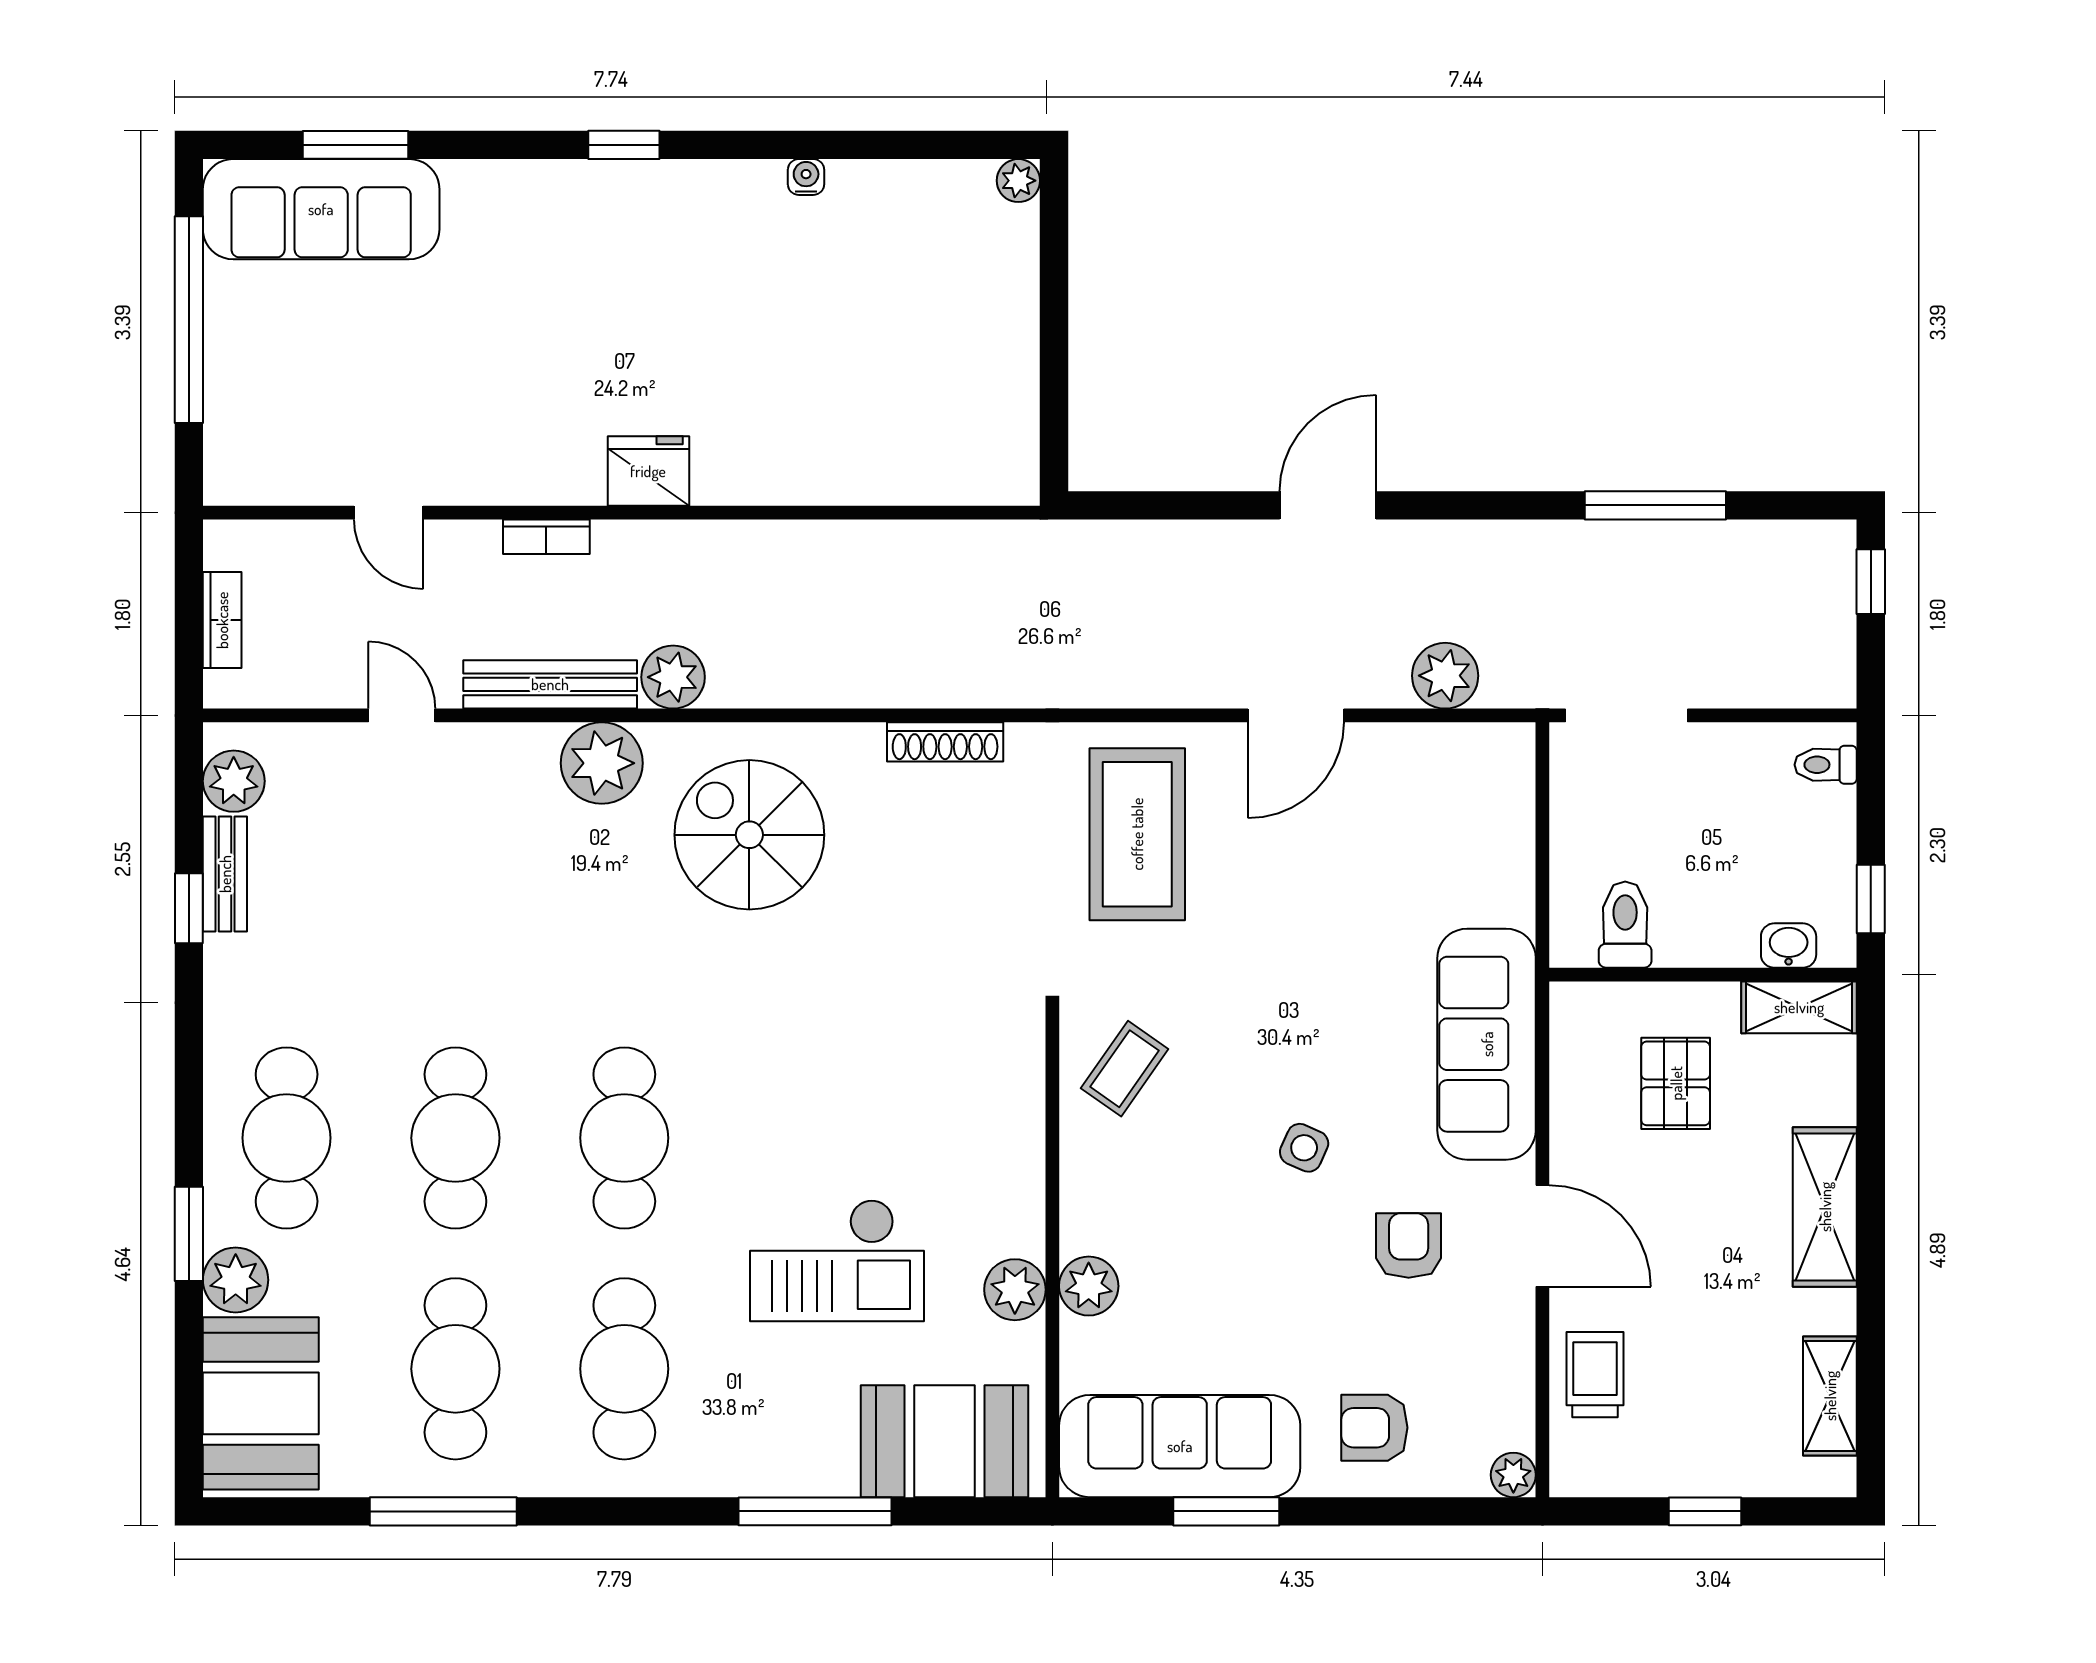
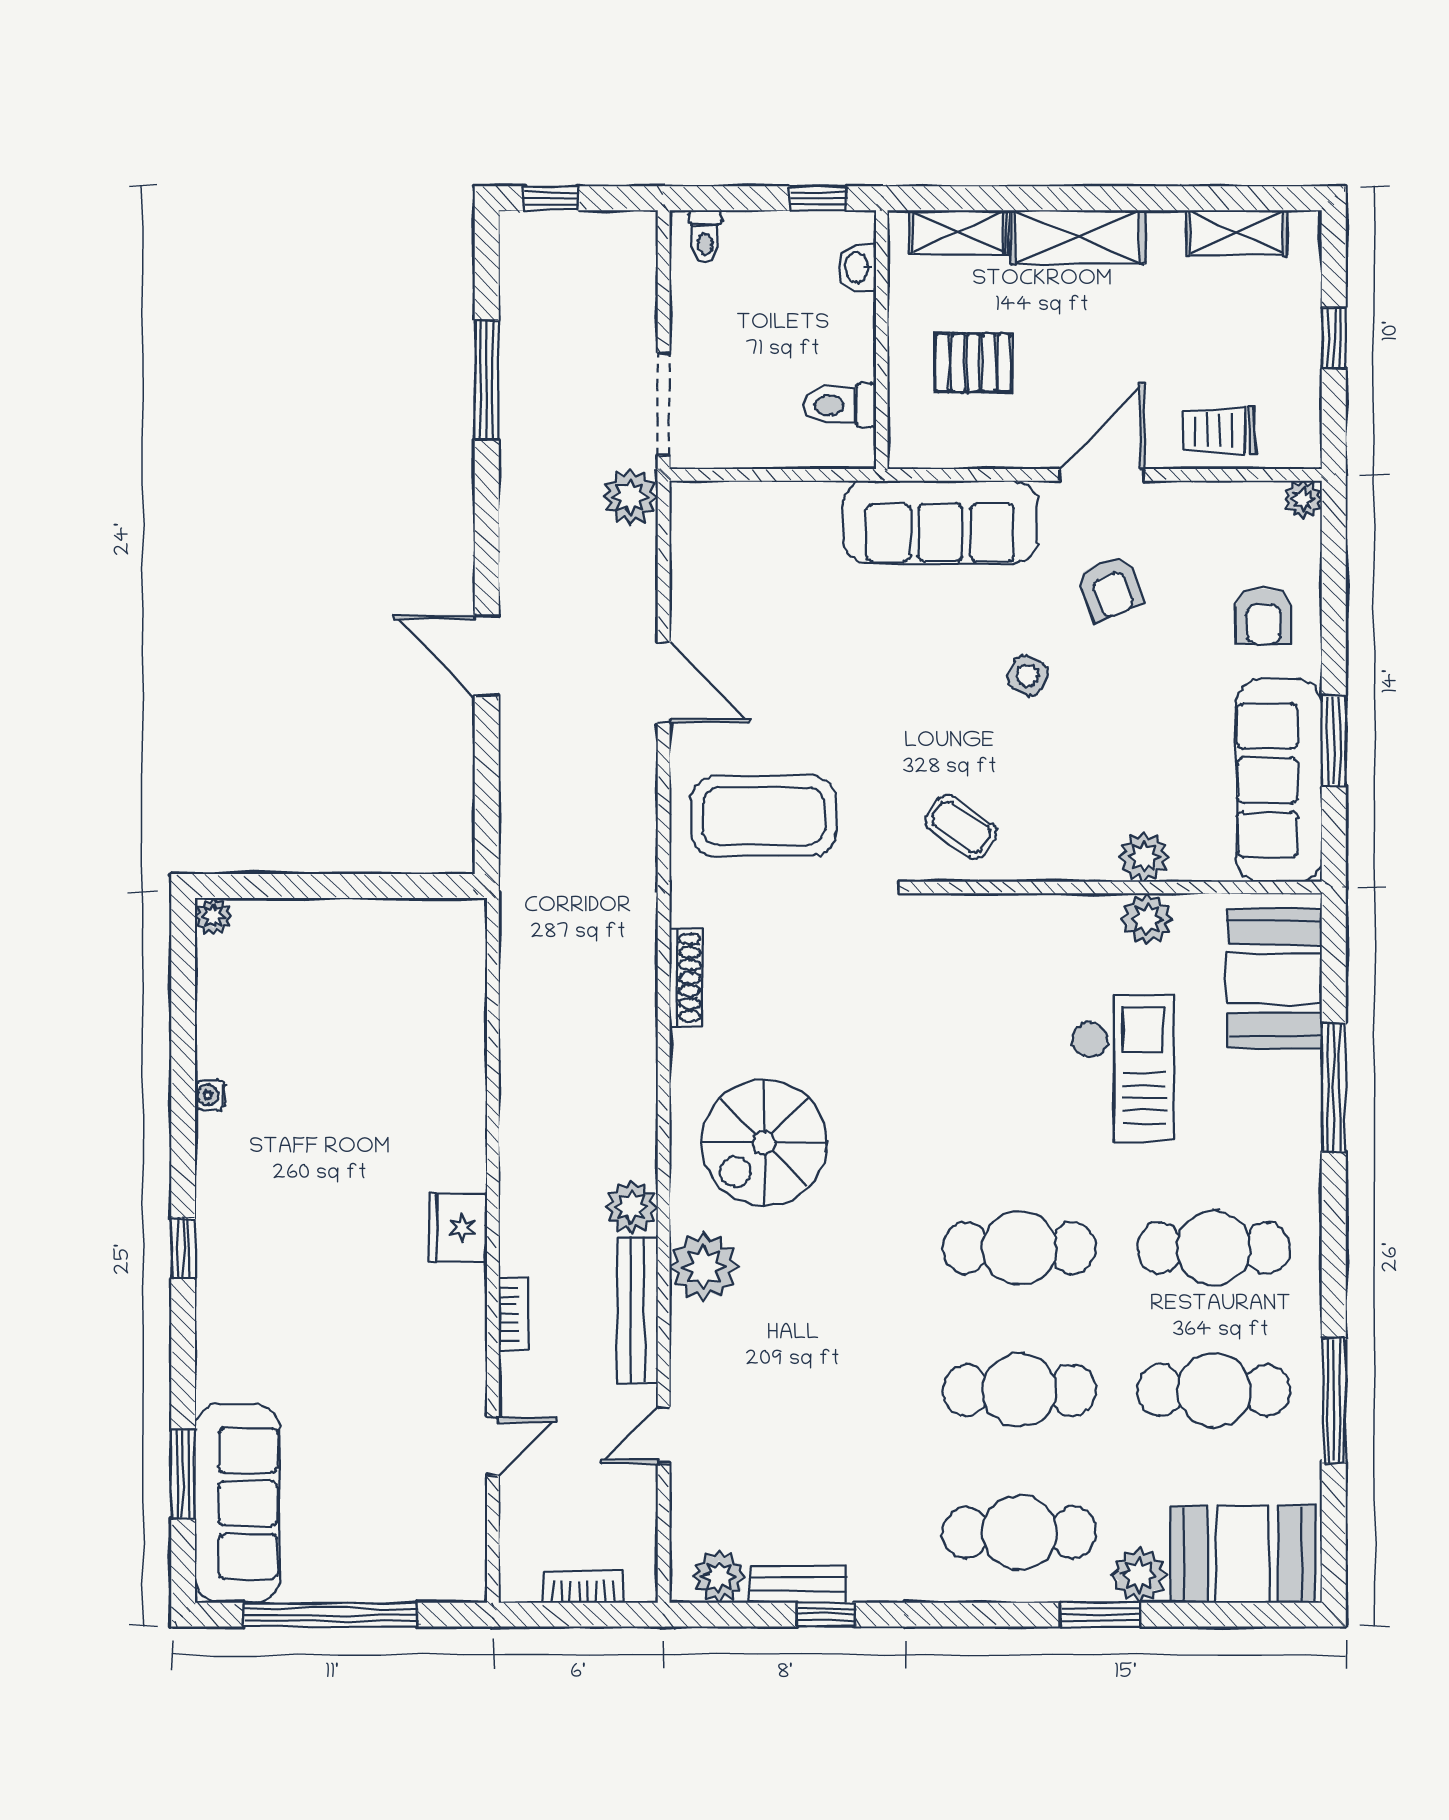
plant: (1445, 676) -> (630, 497), moved
shelving: (1799, 1007) -> (958, 232), moved, turned 90
armchair: (1409, 1245) -> (1110, 588), turned -112

